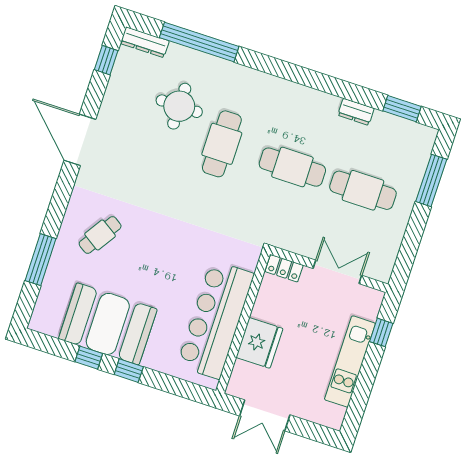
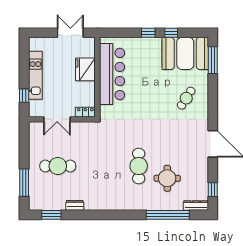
cafe table: (292, 167) -> (98, 166), removed
window: (41, 260) -> (213, 60), moved
booth: (108, 324) -> (185, 53), moved

